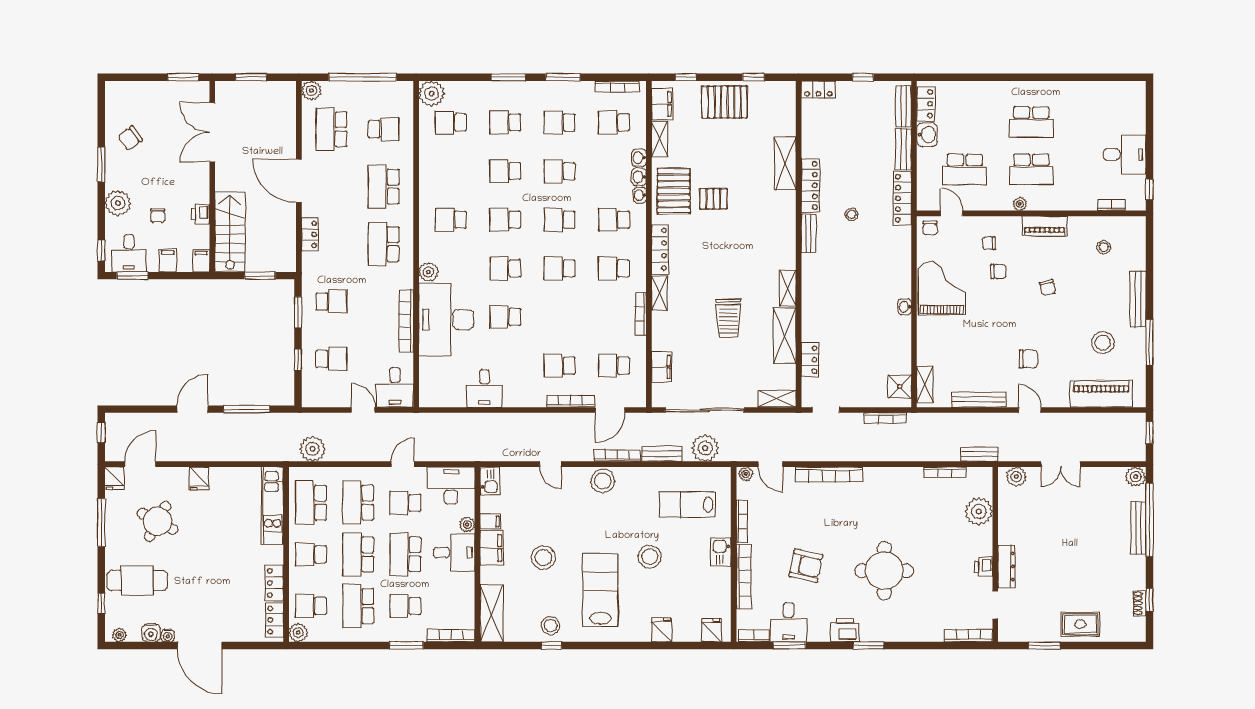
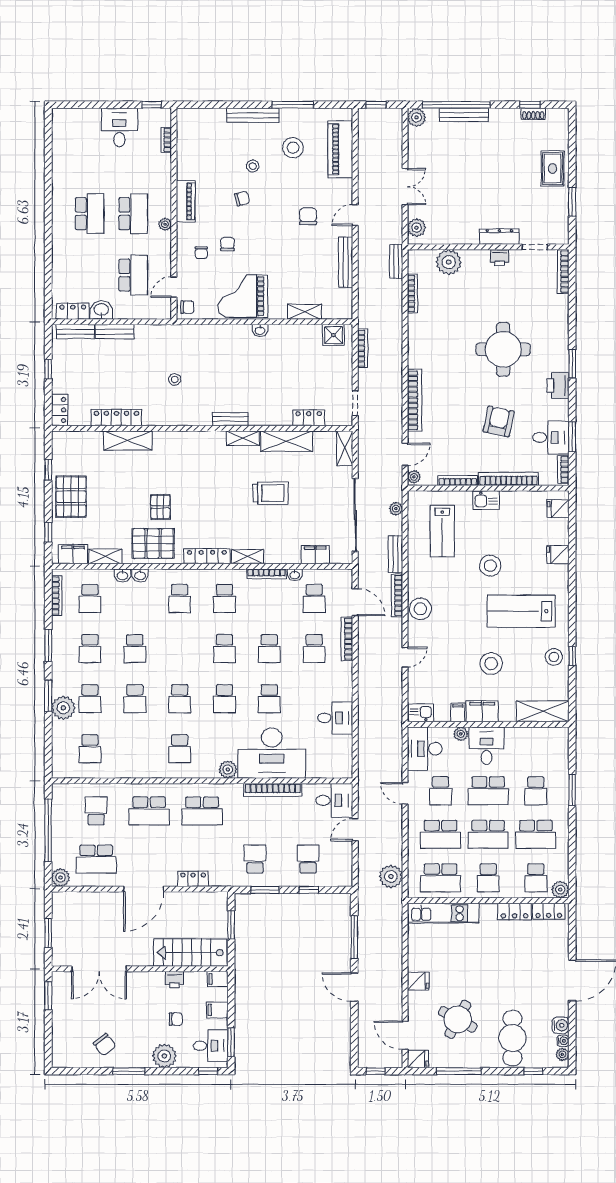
plant: (432, 94) -> (63, 708), moved
locker: (810, 185) -> (116, 417), moved
washbasin: (640, 195) -> (295, 575), moved
locker: (902, 198) -> (160, 333), removed
school desk: (560, 220) -> (269, 649), moved
bench: (809, 233) -> (230, 419), moved
stool: (1104, 247) -> (253, 166), moved
shelving: (925, 385) -> (305, 312), moved
plant: (705, 448) -> (396, 509), width x0.53, depth x0.53
water cooler: (168, 636) -> (563, 1041), moved
bookcase: (451, 636) -> (563, 749), removed

